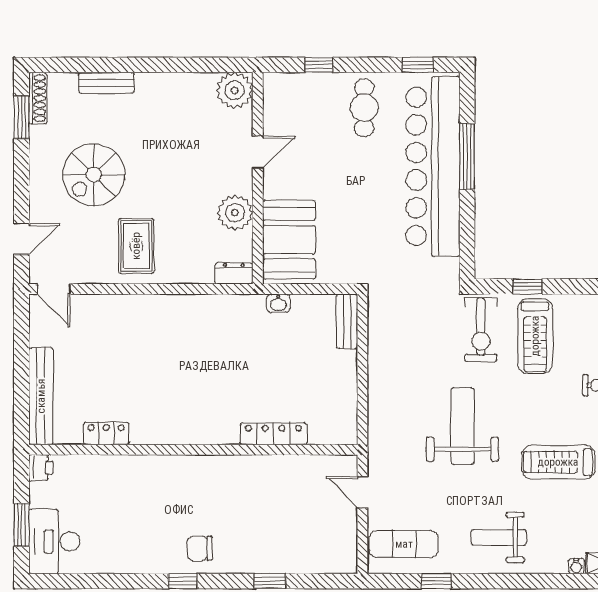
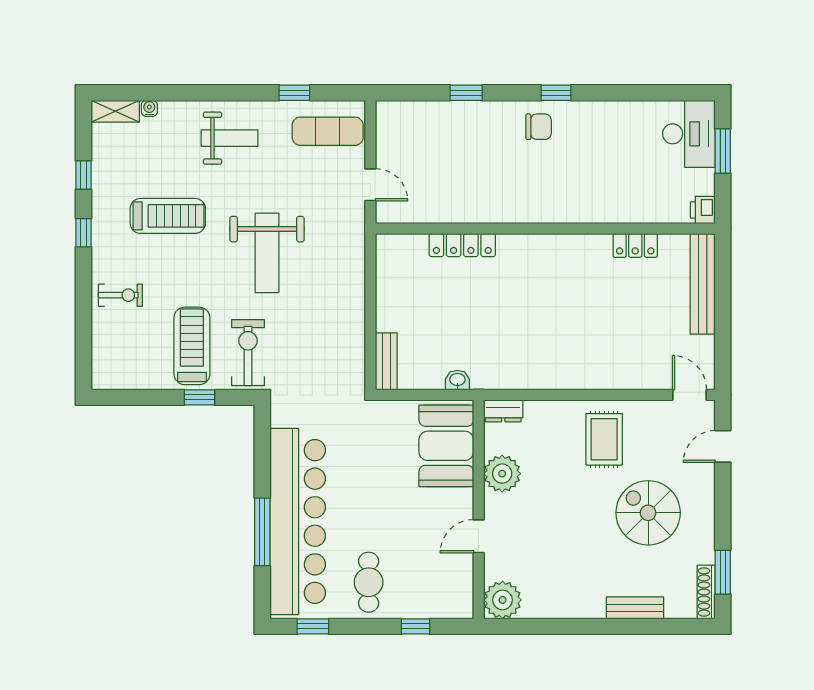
spiral stairs: (94, 175) -> (648, 513), turned -90

